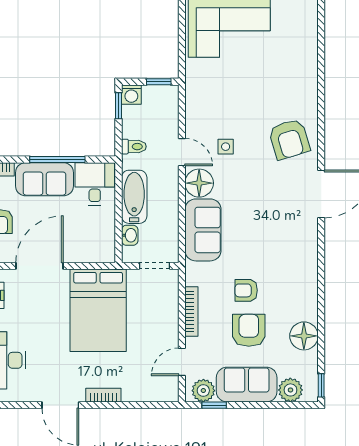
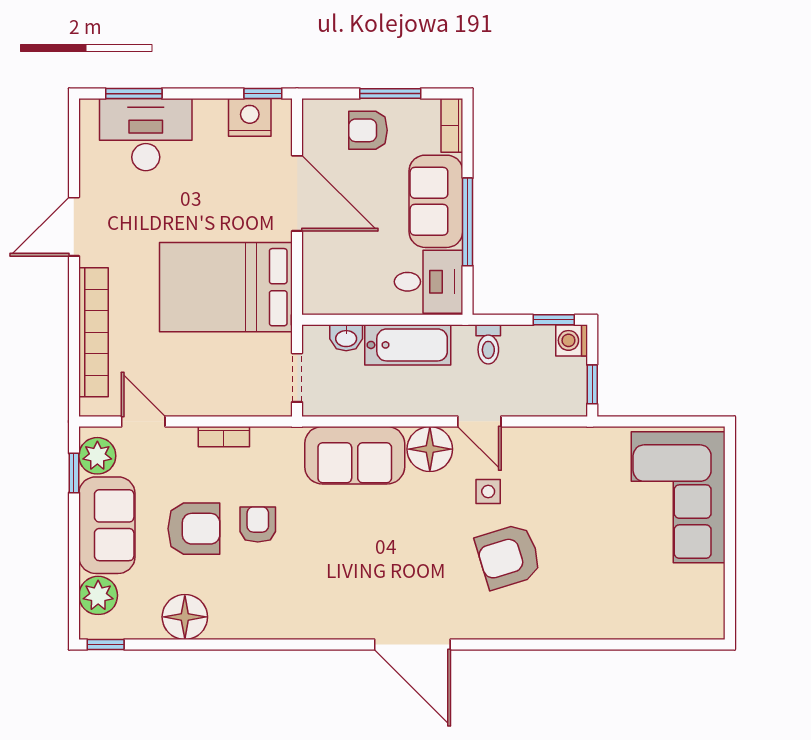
armchair: (289, 139) -> (508, 556), moved
door: (182, 152) -> (479, 421), hinge flipped
bookcase: (191, 312) -> (224, 437), width x0.64
bookcase: (103, 395) -> (94, 332), width x2.31, depth x1.31

